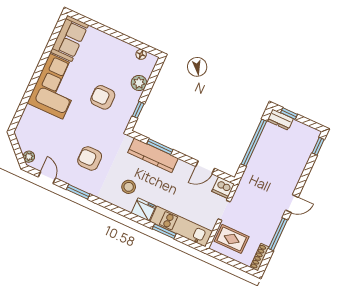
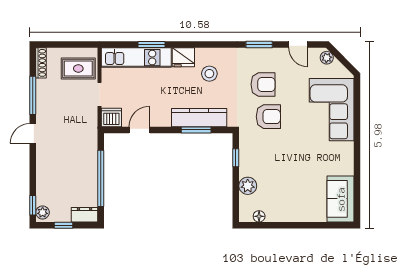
corner sofa: (56, 86) -> (332, 110), moved
armchair: (103, 97) -> (268, 117), moved
window: (289, 113) -> (64, 225), moved
plant: (313, 137) -> (43, 212), added

